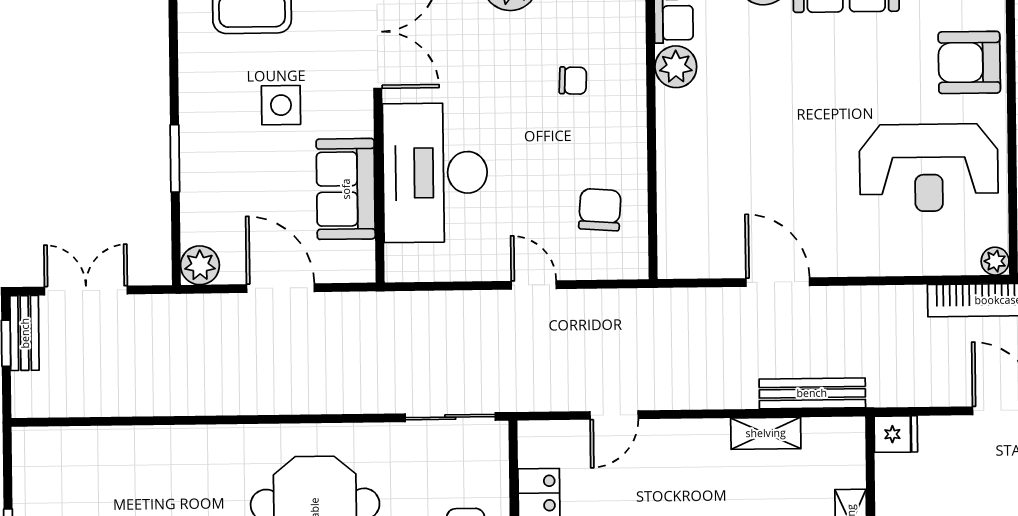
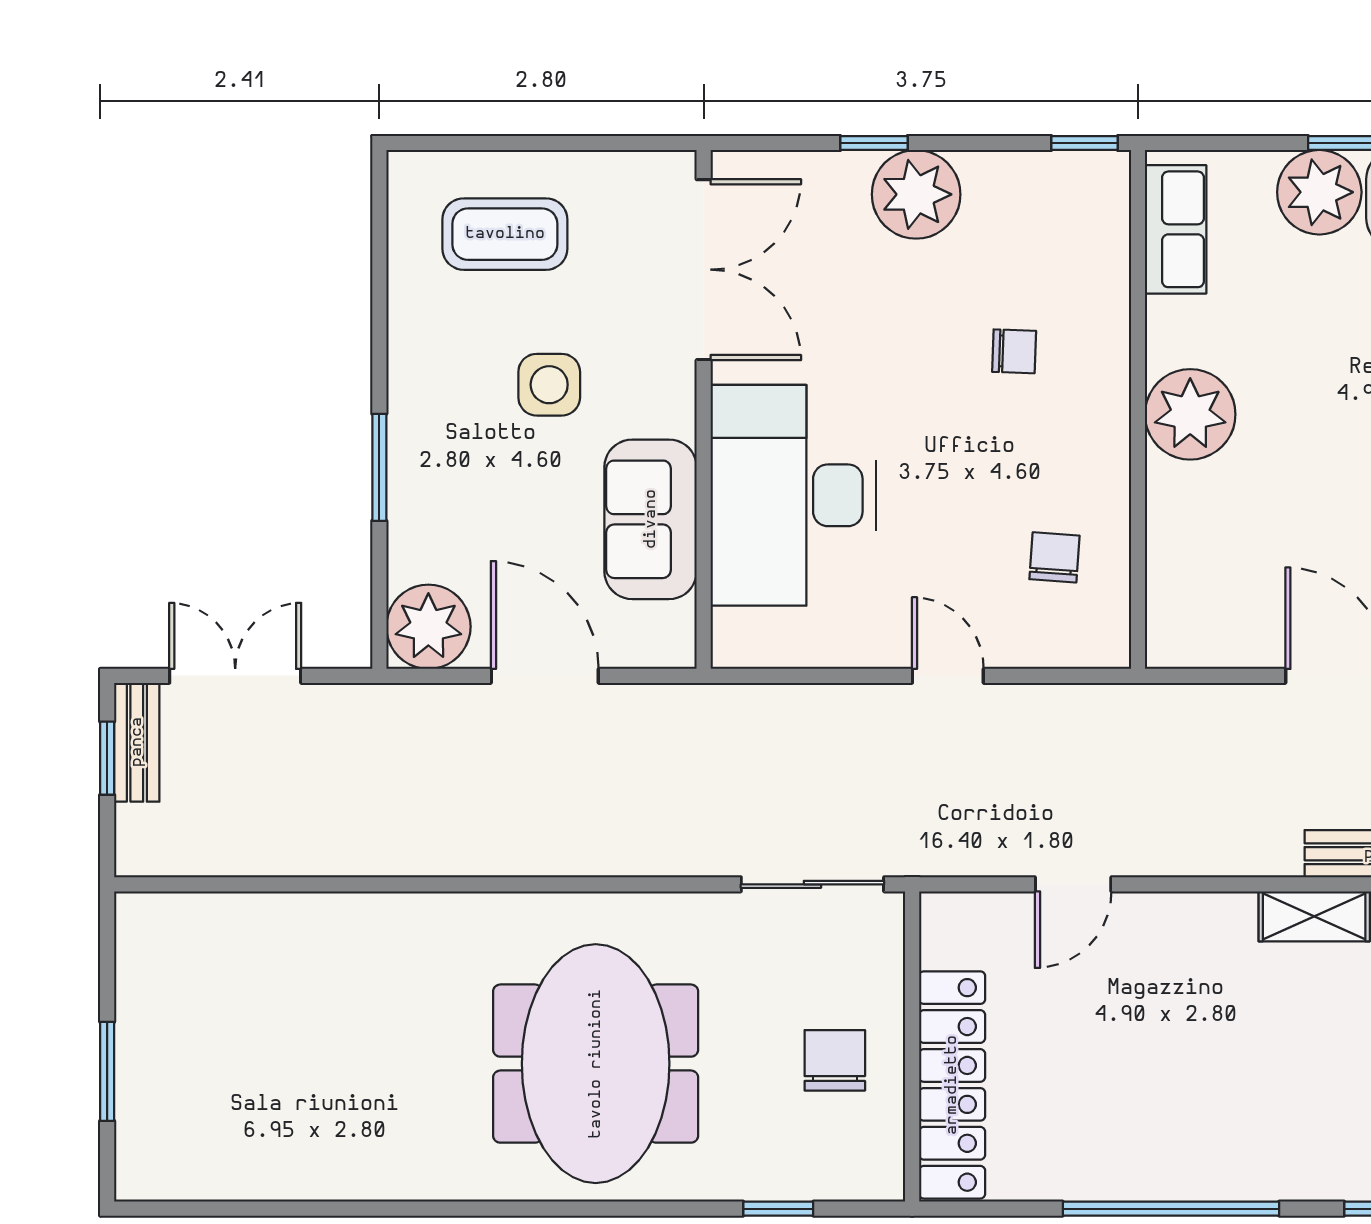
plant: (676, 67) -> (1190, 414), moved, width x1.36, depth x1.36
chair: (600, 210) -> (1054, 557), width x0.73, depth x0.73
plant: (200, 265) -> (428, 627), width x1.36, depth x1.36

